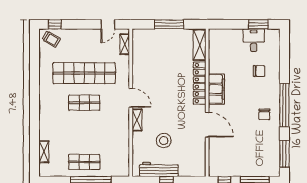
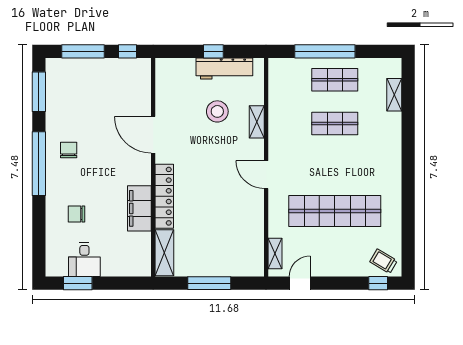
filing cabinet: (216, 89) -> (139, 208), moved
shop shelf: (84, 103) -> (335, 123), moved
shelving: (137, 120) -> (257, 122), moved

